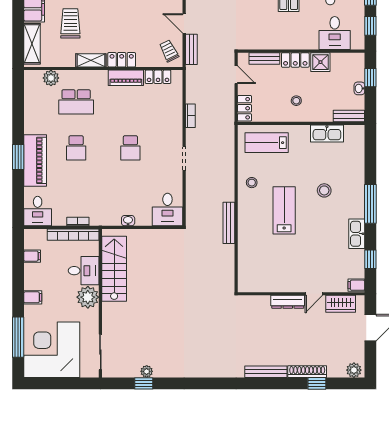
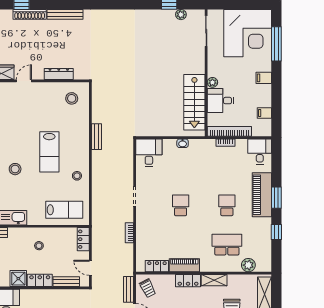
window: (18, 117) -> (276, 232), added
bench: (229, 223) -> (97, 137), width x0.73
stool: (258, 273) -> (72, 98), added
plant: (88, 297) -> (212, 82), width x0.53, depth x0.53
dresser: (288, 302) -> (59, 74), moved
plant: (147, 371) -> (181, 15), moved

